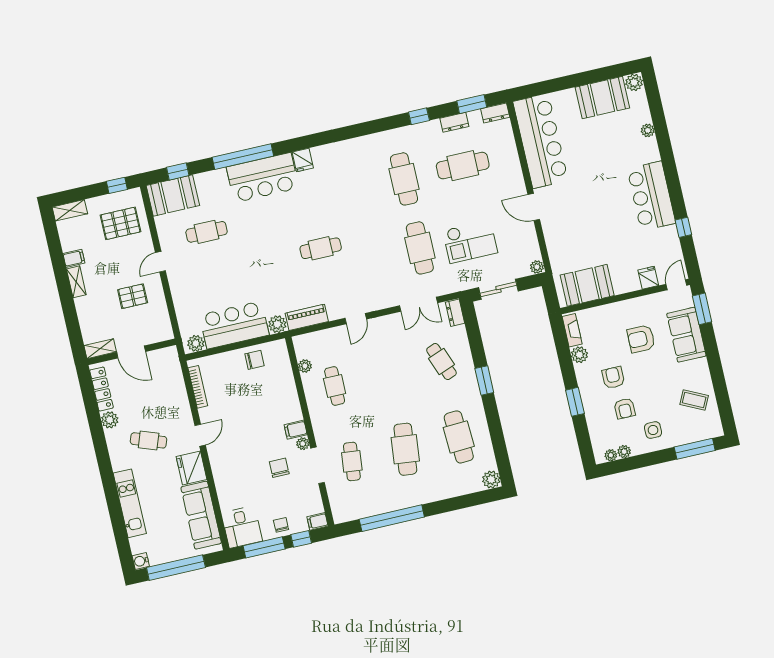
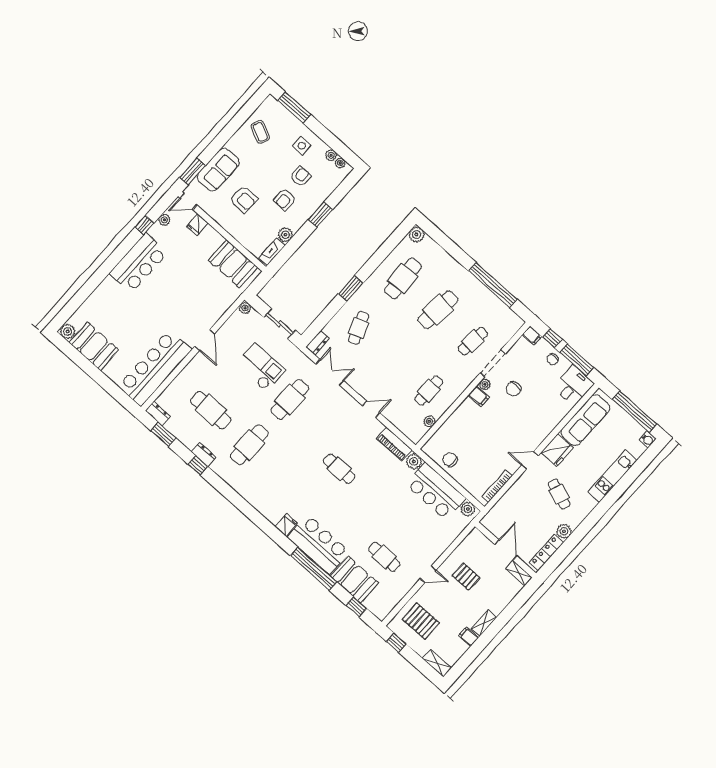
dresser: (454, 122) -> (204, 454), moved
plant: (648, 130) -> (164, 220), moved
booth: (173, 195) -> (354, 579), moved

